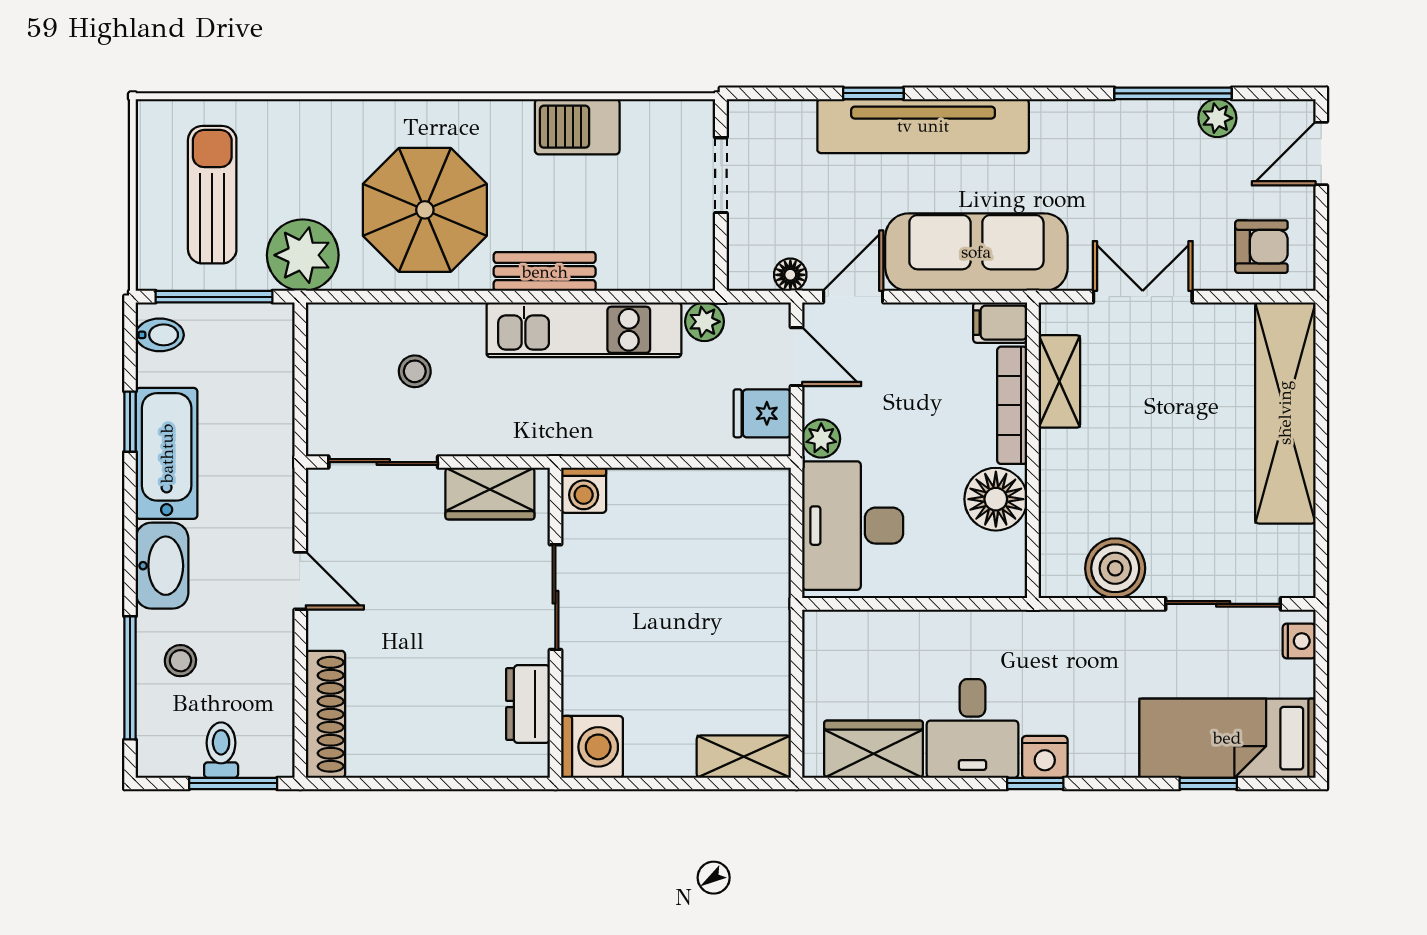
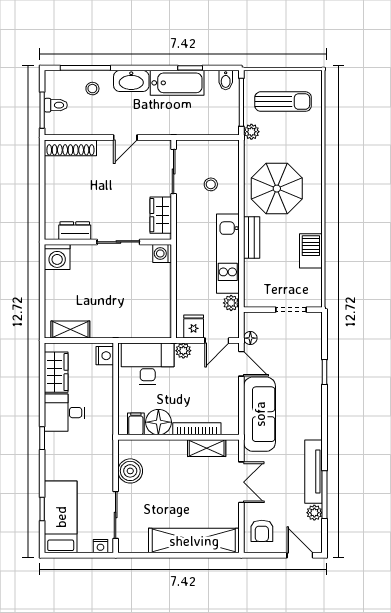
tv unit: (923, 126) -> (314, 472), moved, width x0.73, depth x0.78
plant: (303, 255) -> (251, 132), width x0.53, depth x0.53
filing cabinet: (1000, 323) -> (136, 424), moved
shelving: (744, 757) -> (70, 330), moved, turned 90
nightstand: (1045, 757) -> (105, 356), moved, turned 180

